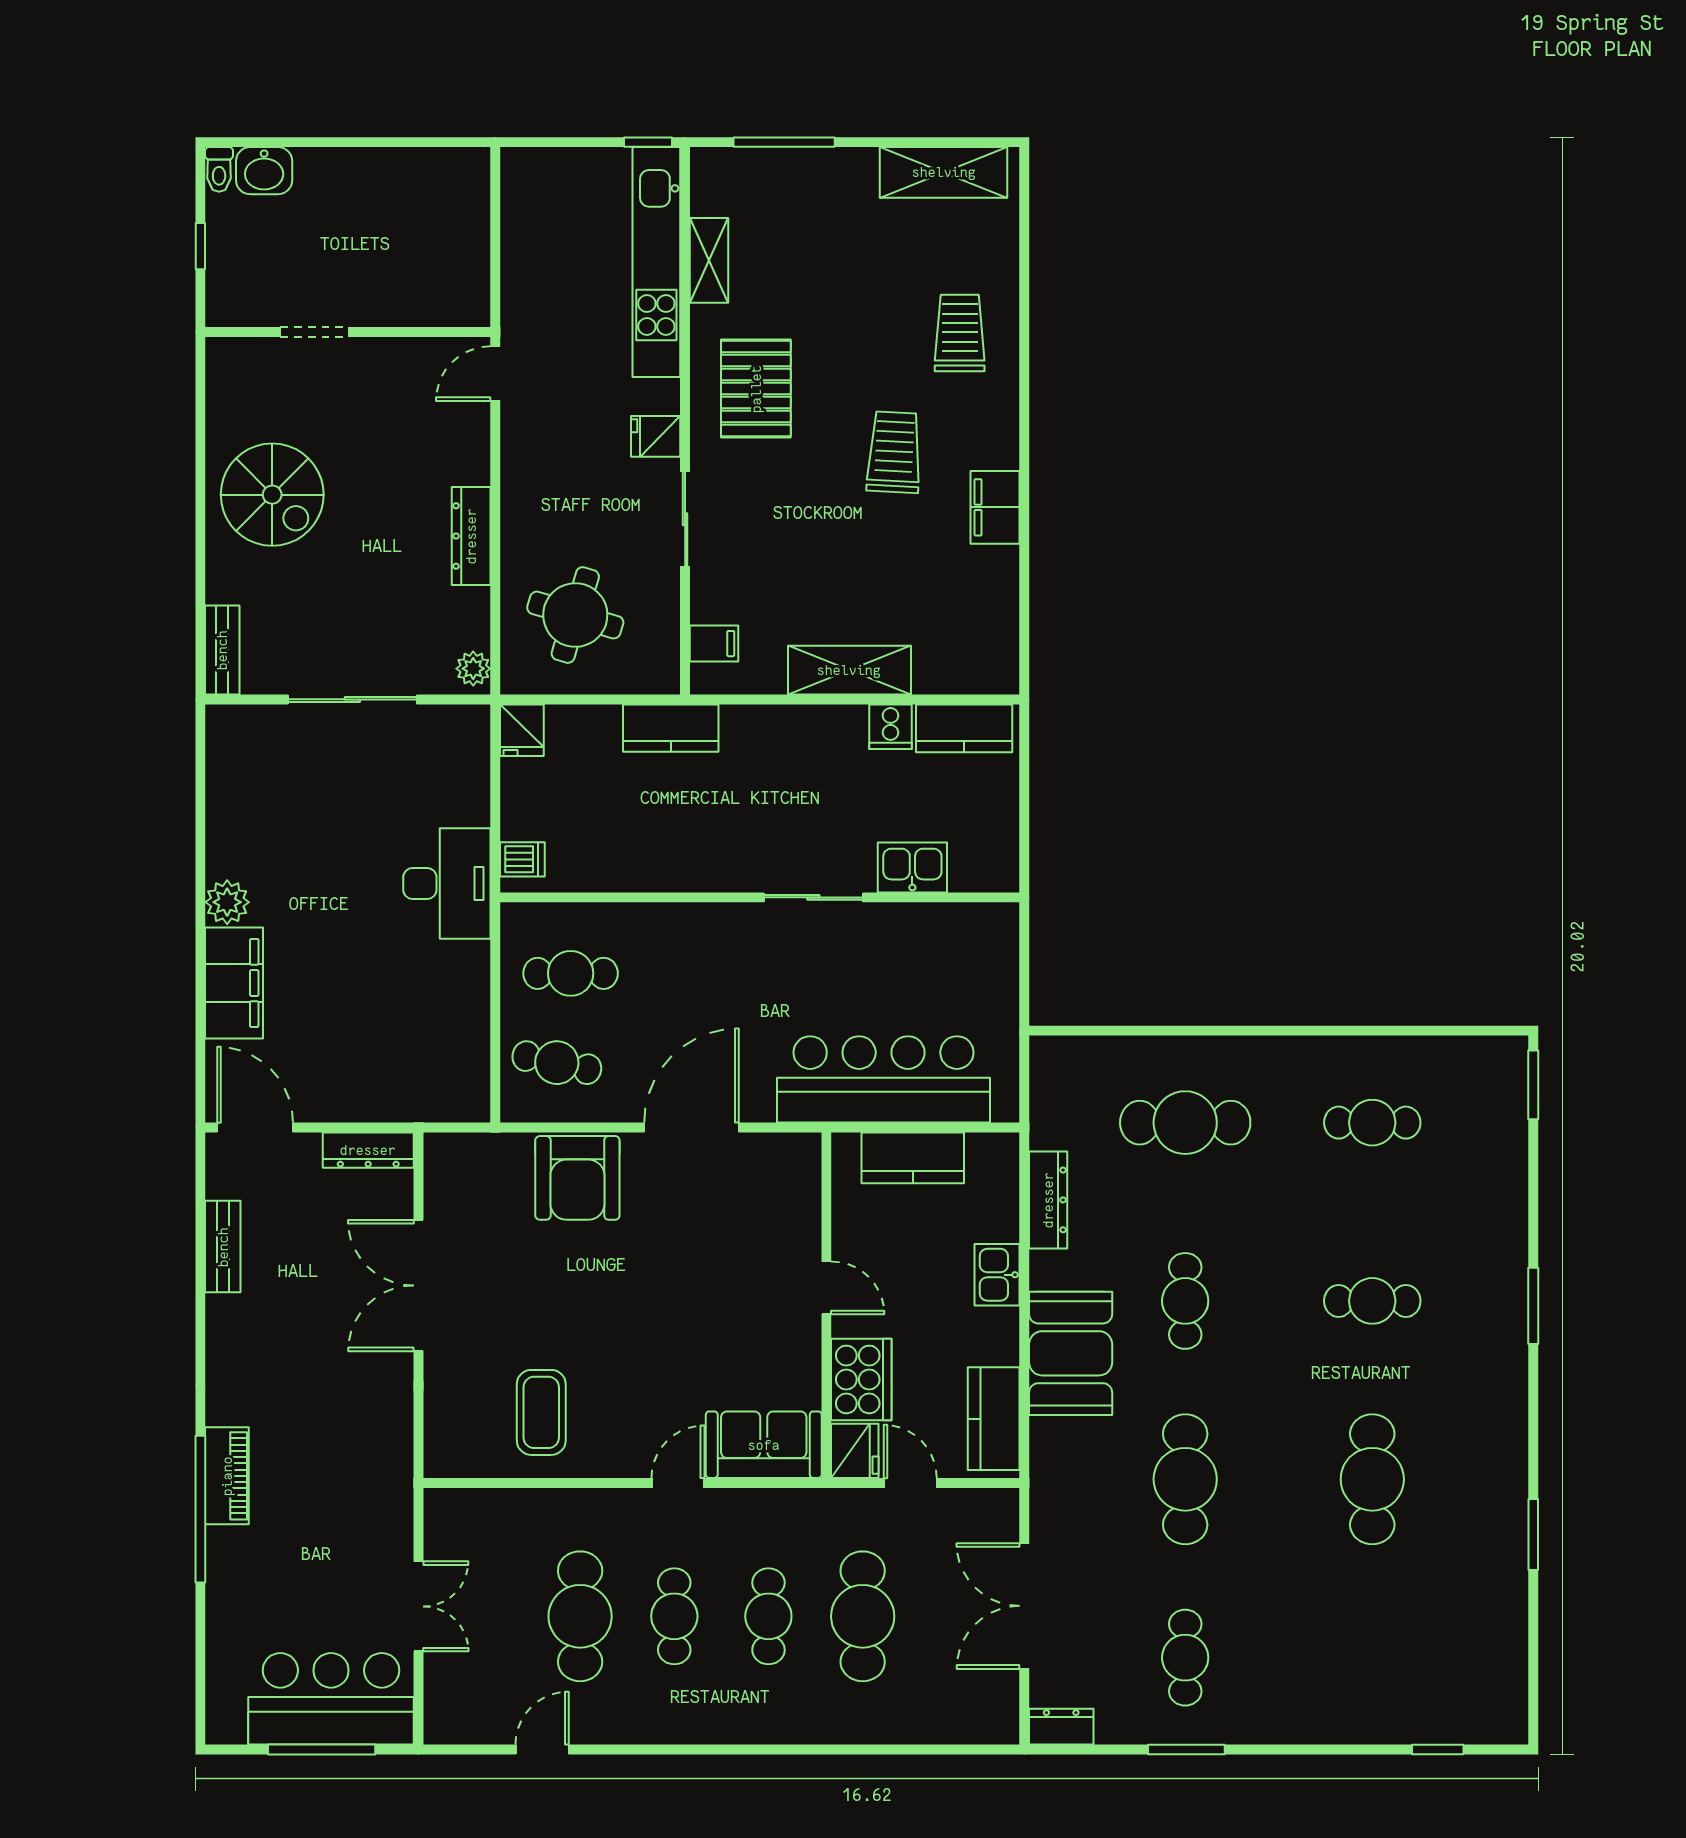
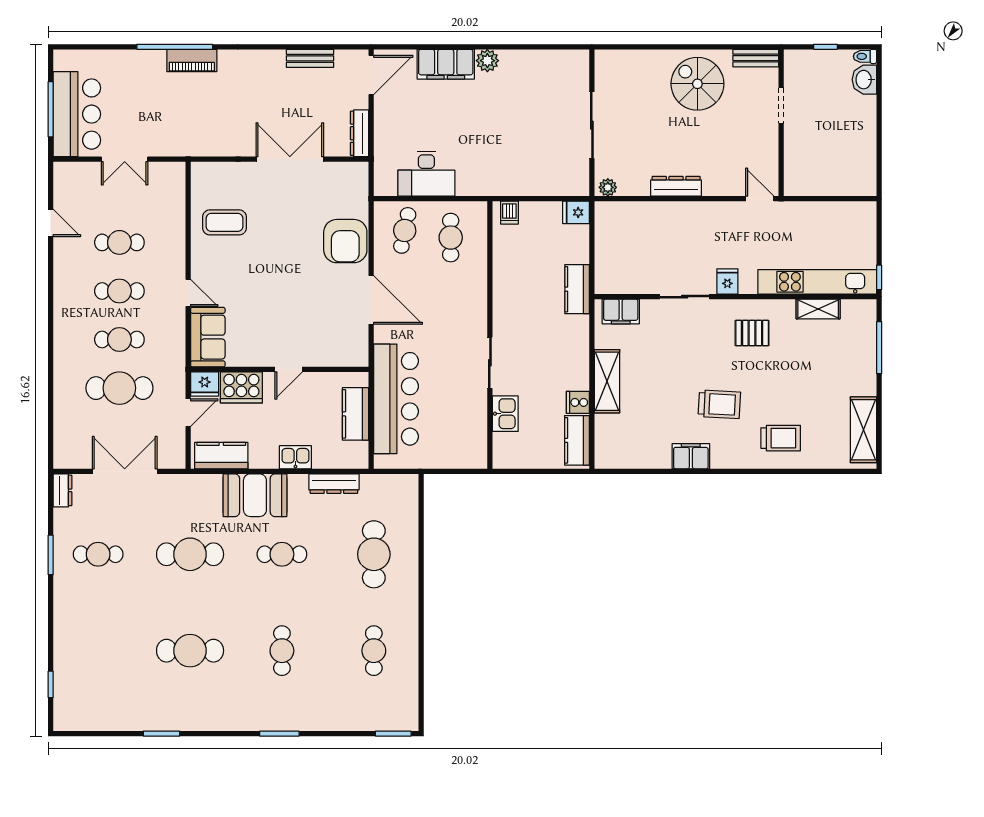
pallet: (756, 389) -> (752, 333), width x0.67, depth x0.71
spiral stairs: (272, 495) -> (697, 84), turned 90
round table: (575, 615) -> (635, 240), removed
filing cabinet: (714, 644) -> (621, 311), width x2.00
bench: (222, 650) -> (756, 58), moved
desk: (447, 884) -> (426, 174), moved
armchair: (577, 1178) -> (345, 241), turned -90
cafe table: (580, 1616) -> (119, 242), width x0.73, depth x0.74

